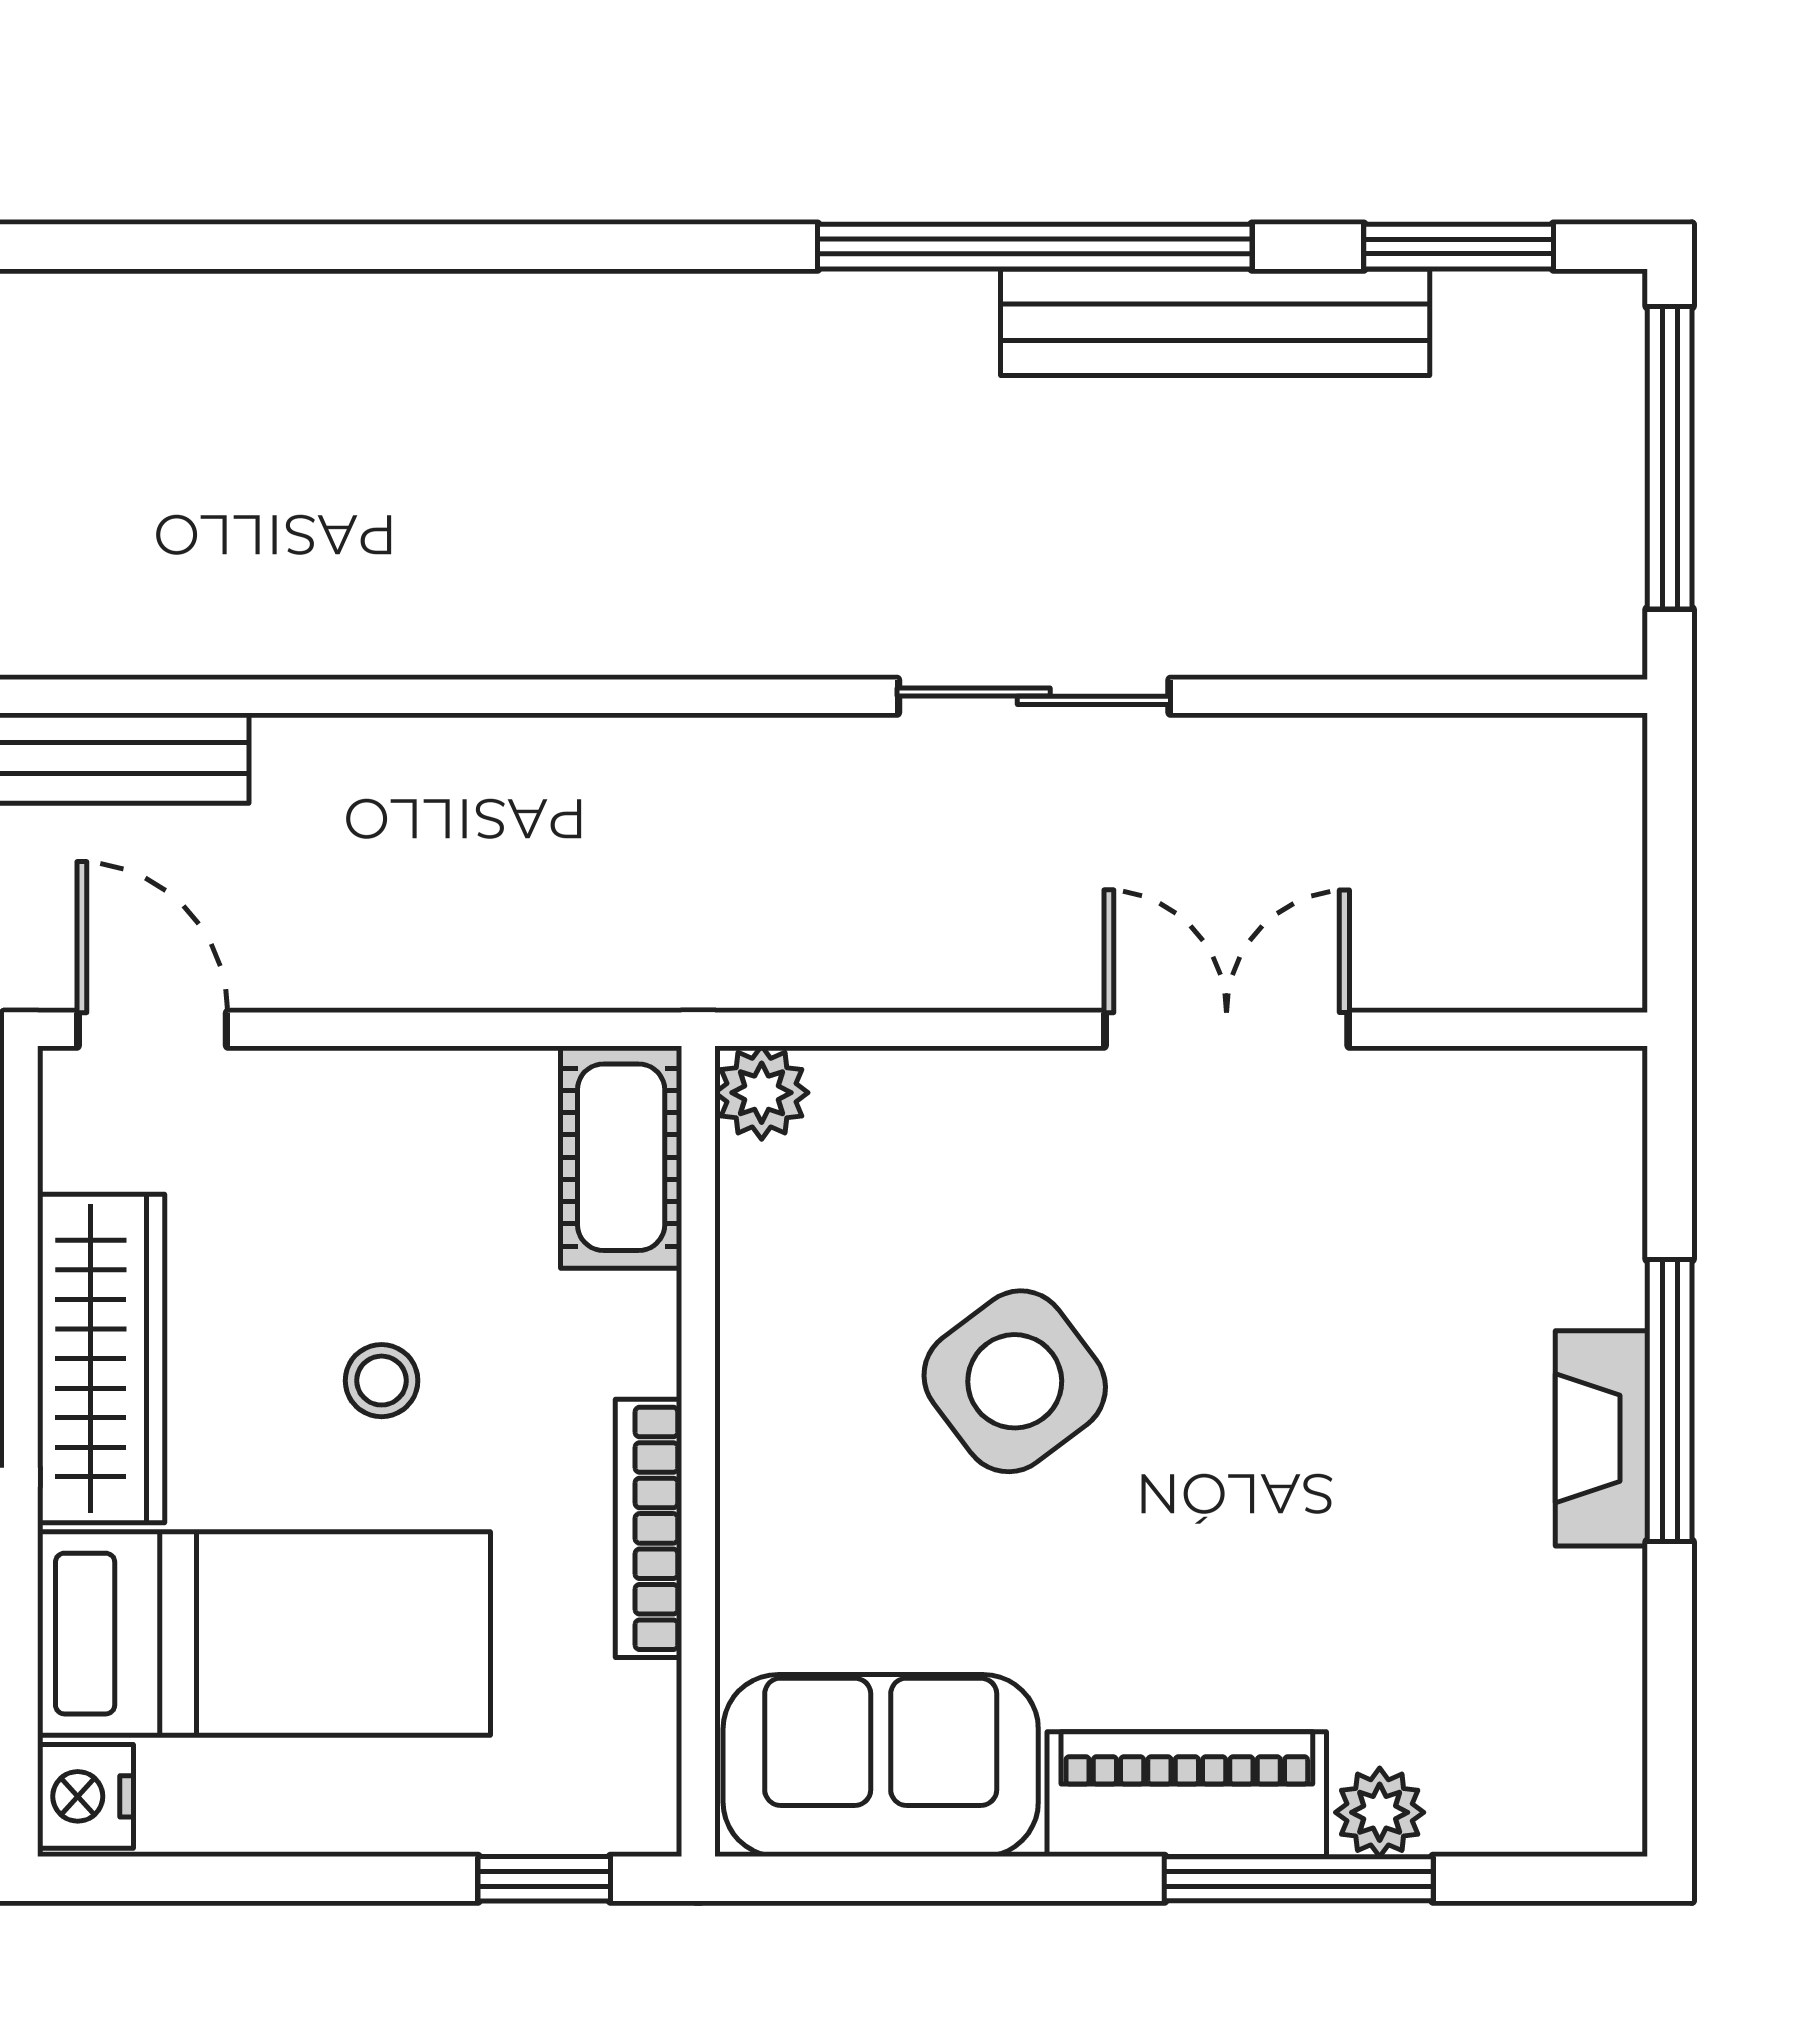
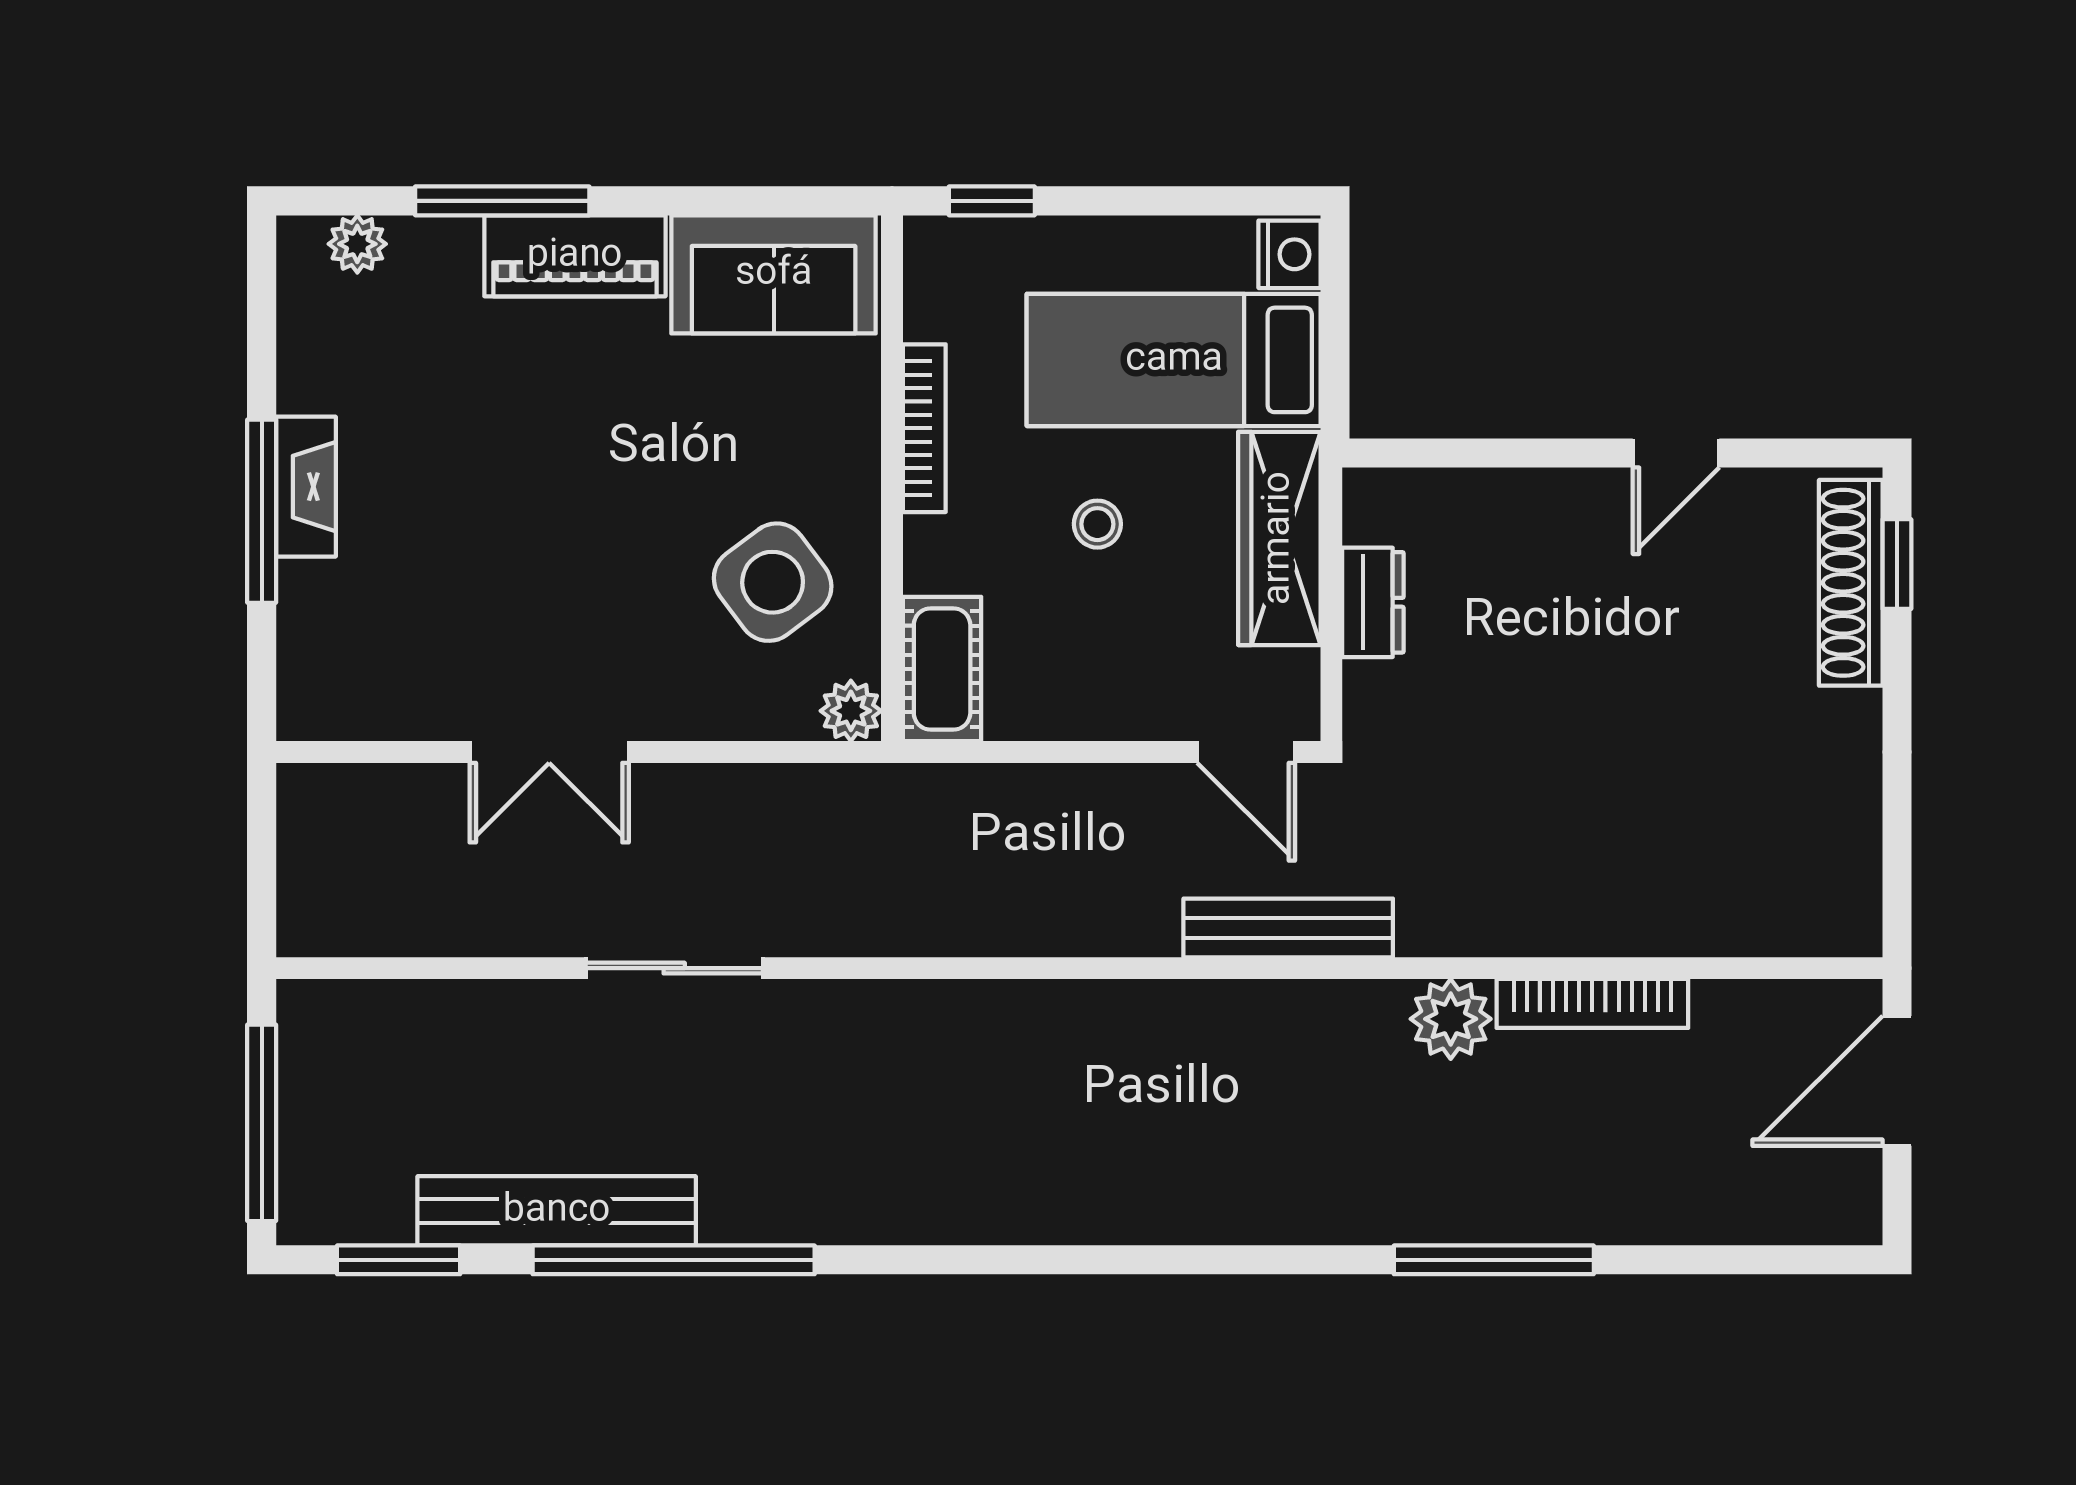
side table: (1015, 1381) -> (773, 582), moved
plant: (1380, 1812) -> (357, 244), moved

